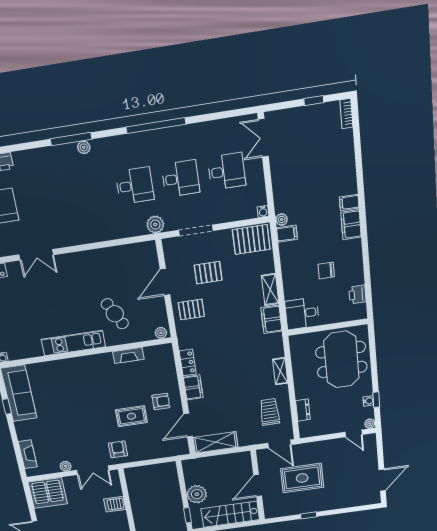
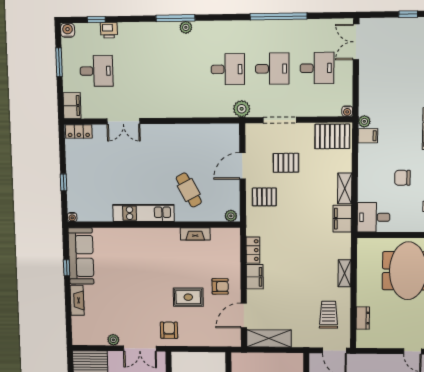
window: (156, 126) -> (278, 16), moved
fireplace: (28, 454) -> (77, 300), moved

